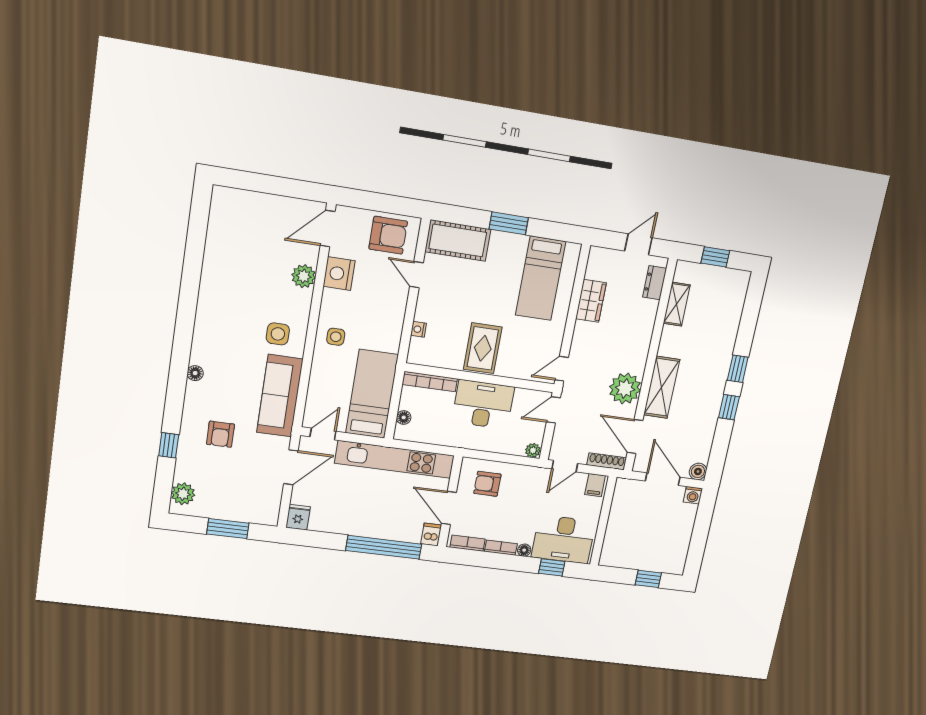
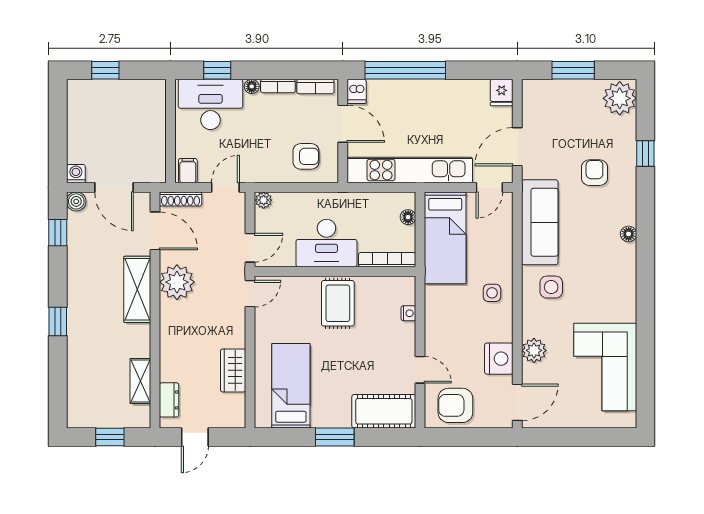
corner sofa: (236, 249) -> (605, 367), added
window: (729, 407) -> (58, 233), moved
plant: (183, 494) -> (620, 98), width x1.36, depth x1.36

